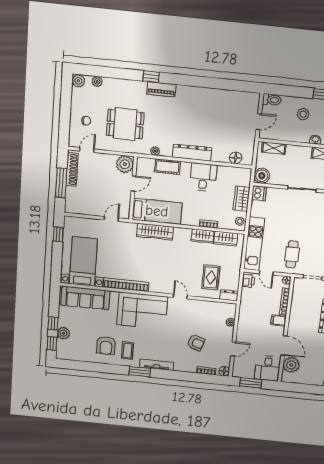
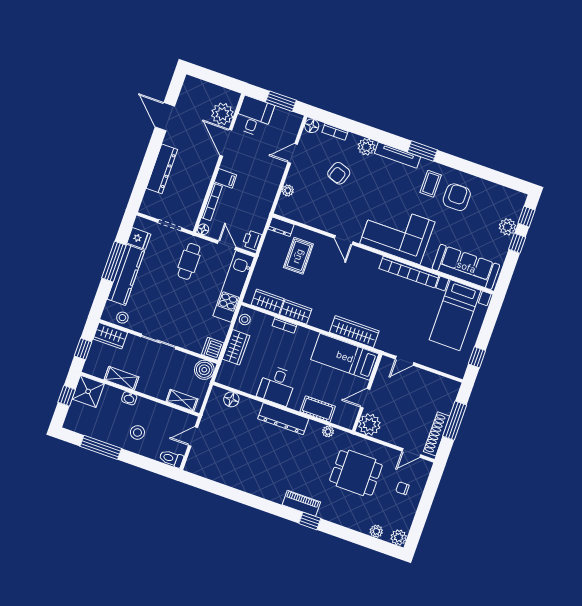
armchair: (196, 343) -> (339, 173), turned -89
plant: (181, 366) -> (366, 147), added

